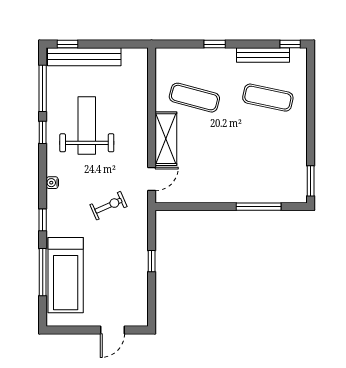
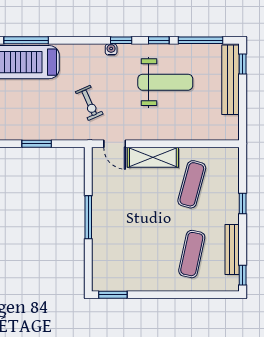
window: (259, 207) -> (88, 217), moved
window: (43, 220) -> (121, 40), moved
window: (152, 261) -> (37, 144), width x1.50

